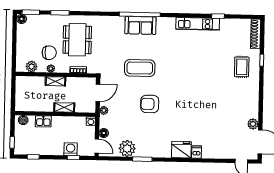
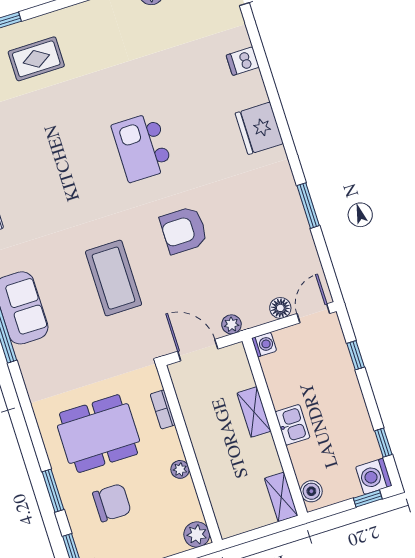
chair: (49, 53) -> (112, 503), moved, turned 90
plant: (32, 67) -> (197, 534), moved
shelving: (55, 81) -> (281, 497), moved
kitchen island: (190, 98) -> (142, 147), added
armchair: (150, 104) -> (184, 230), turned 90
kitchen sink: (43, 121) -> (292, 425), moved
plant: (127, 148) -> (296, 246), removed
washing machine: (71, 149) -> (374, 476), moved
dishwasher: (197, 152) -> (243, 61), moved

